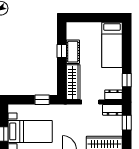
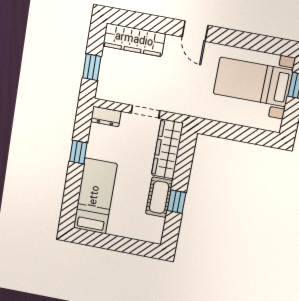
window: (127, 80) -> (78, 152), moved
window: (42, 100) -> (223, 130), removed
dresser: (112, 110) -> (112, 93), removed

